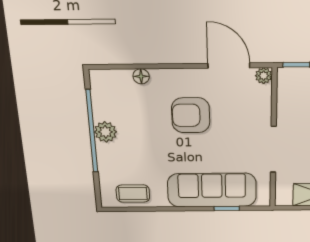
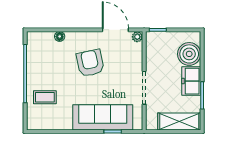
armchair: (191, 115) -> (90, 63), turned 78
plant: (105, 132) -> (34, 74), removed
coffee table: (133, 194) -> (45, 97), moved

